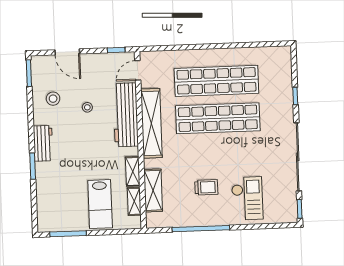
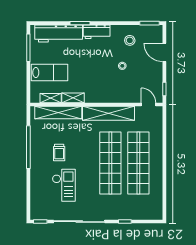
door: (67, 52) -> (164, 52), hinge flipped
workbench: (126, 115) -> (59, 33), moved, turned 180
shelving: (153, 190) -> (58, 113), width x1.47
checkout: (247, 198) -> (64, 185), moved, turned -90
lab bench: (100, 204) -> (50, 73), turned 180

